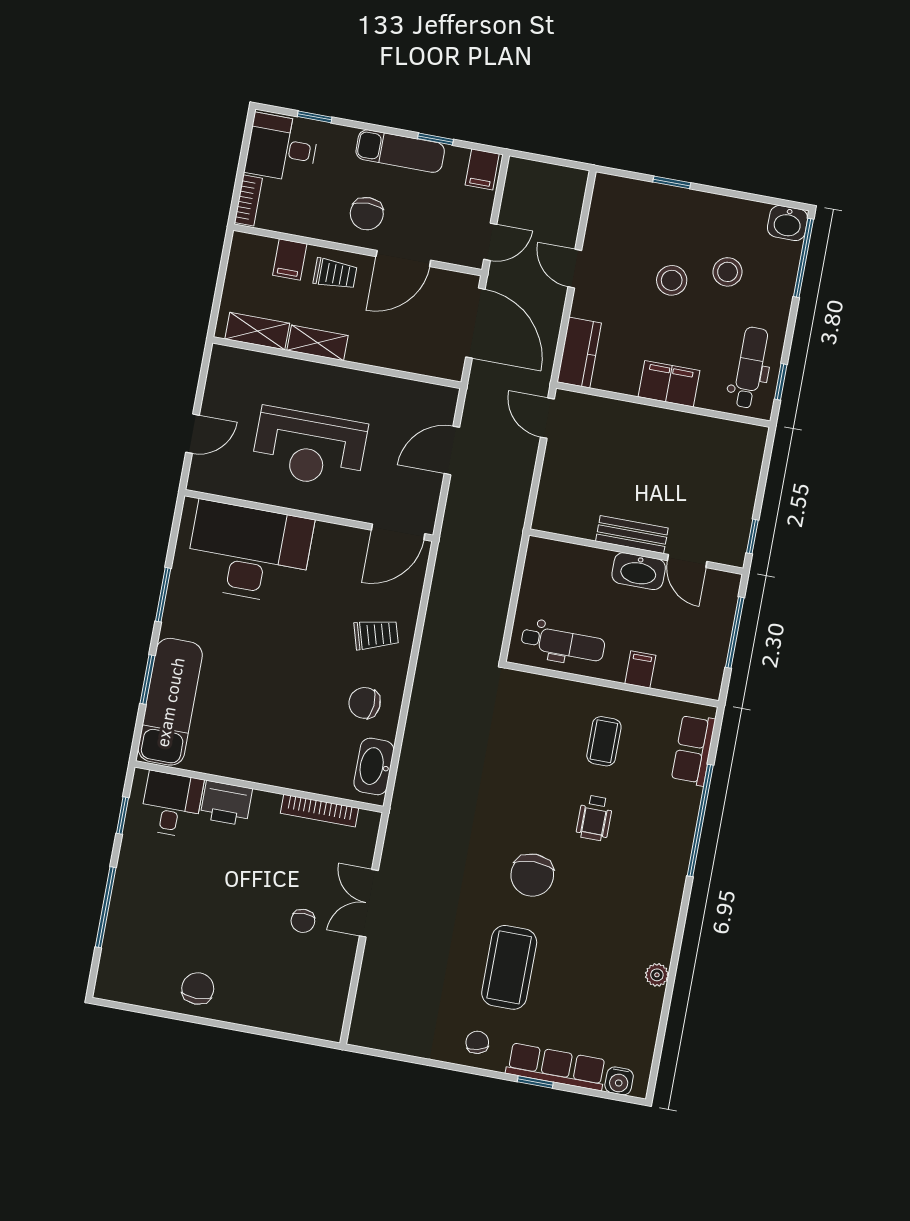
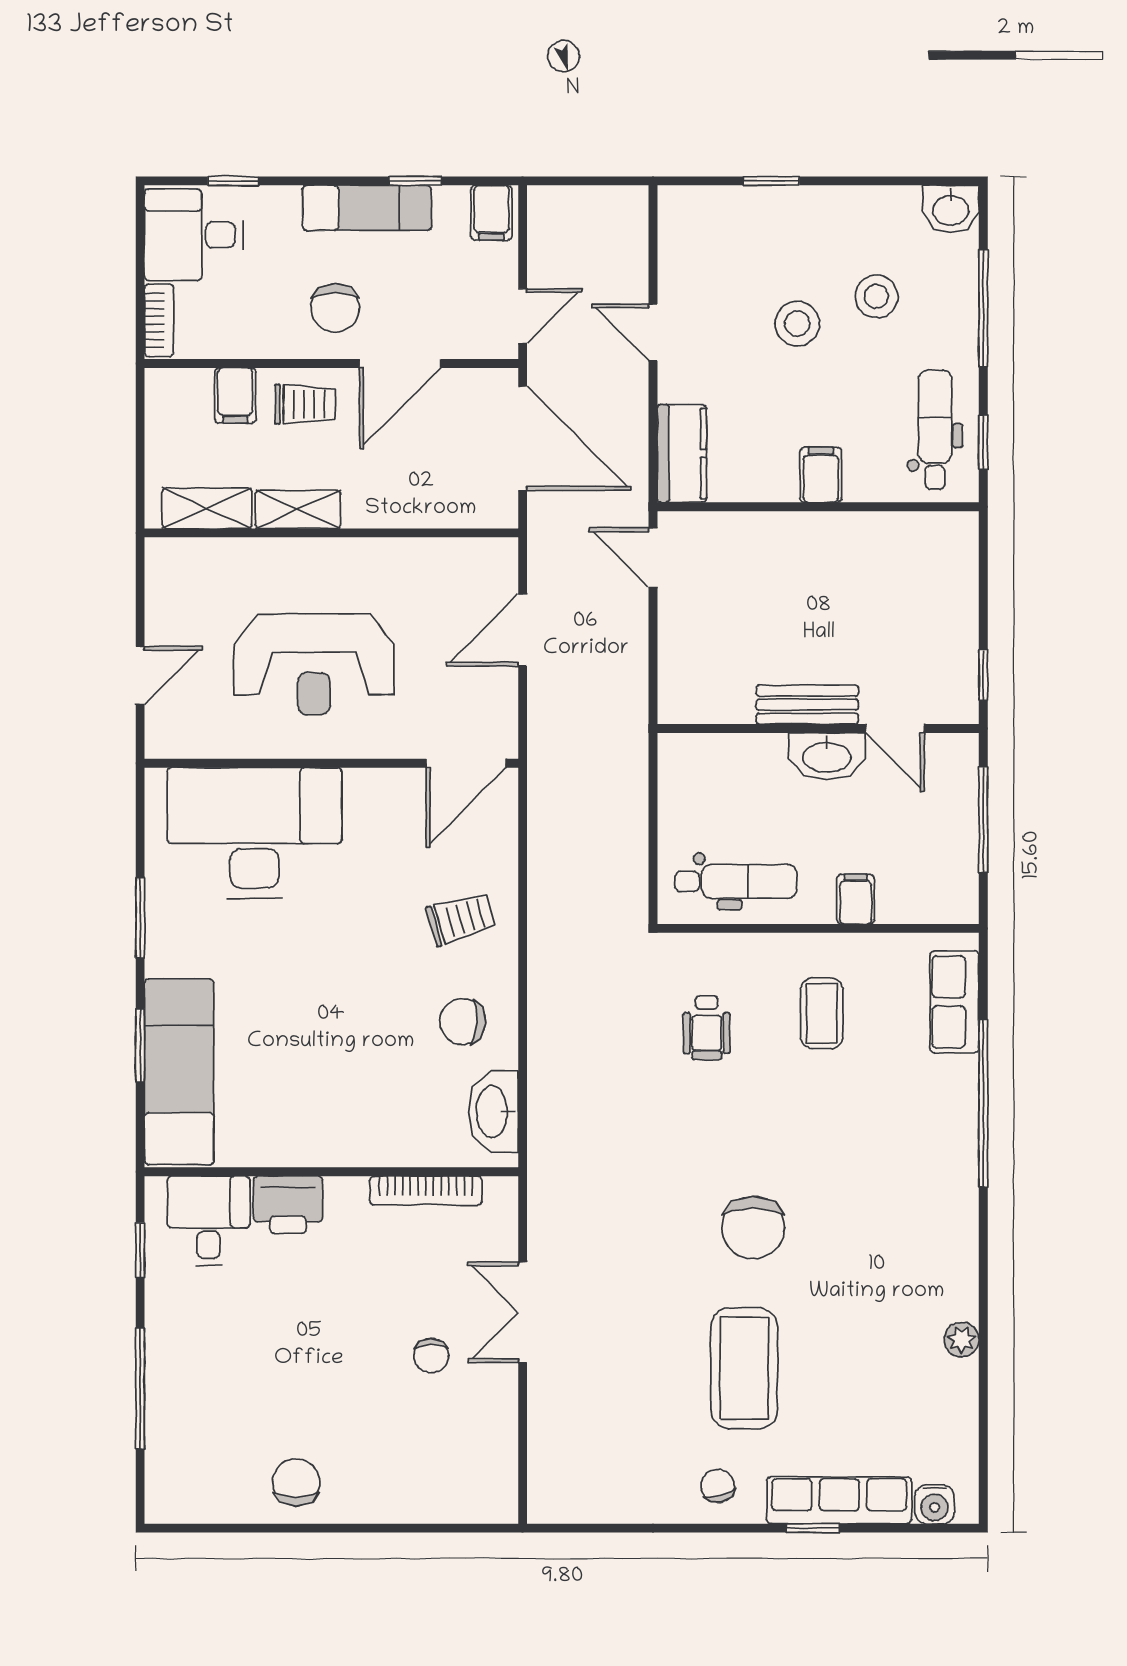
window: (803, 258) -> (983, 308), moved
filing cabinet: (669, 384) -> (821, 475), width x0.50
wheelchair: (594, 818) -> (707, 1028), moved

